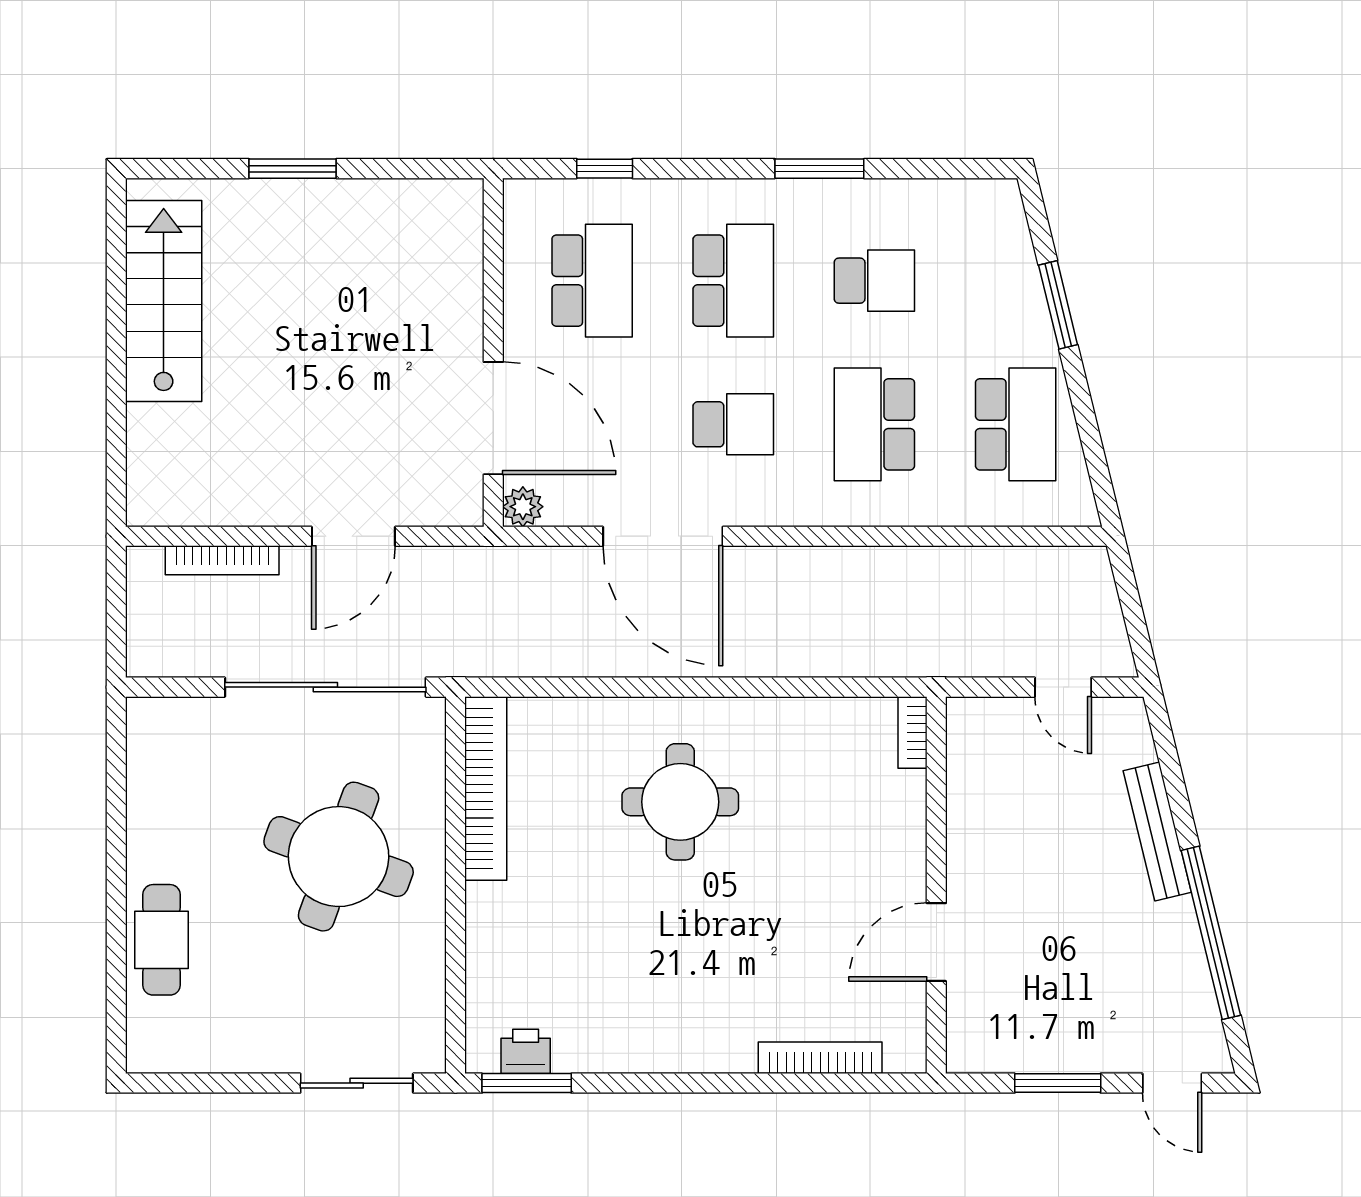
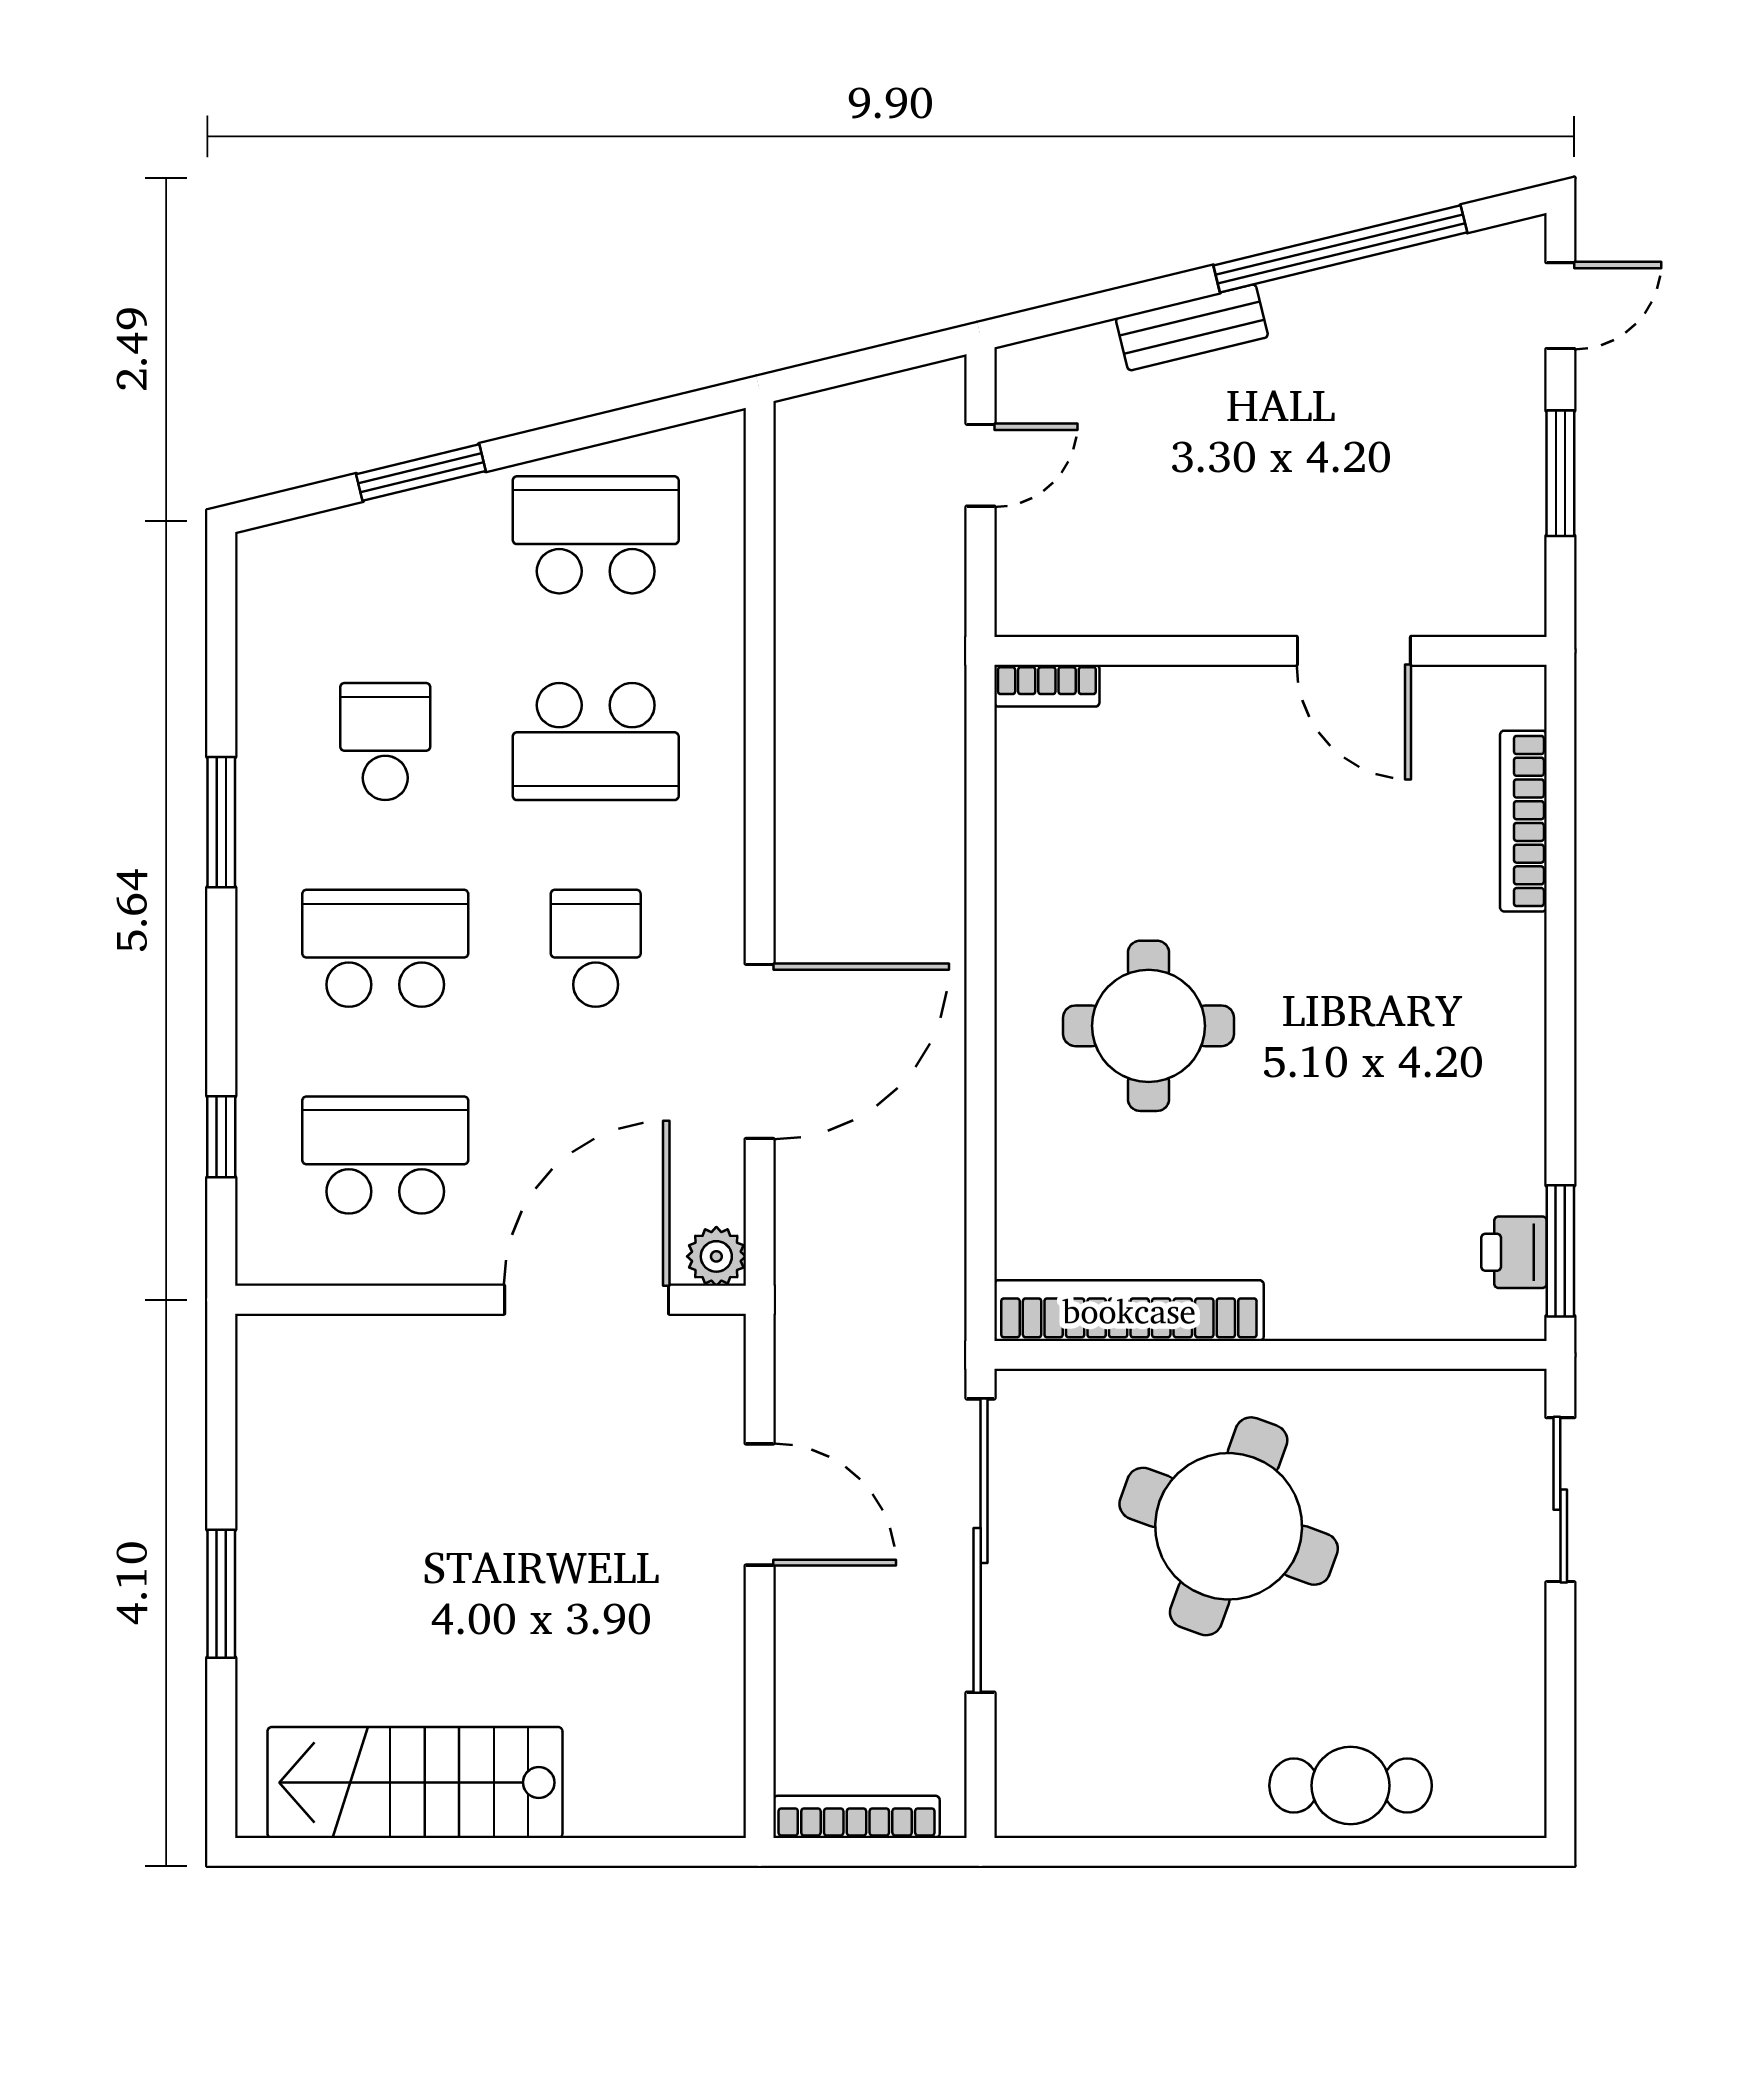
bookcase: (222, 560) -> (856, 1817), moved, turned -90
bench: (1157, 832) -> (1192, 327), width x0.73

